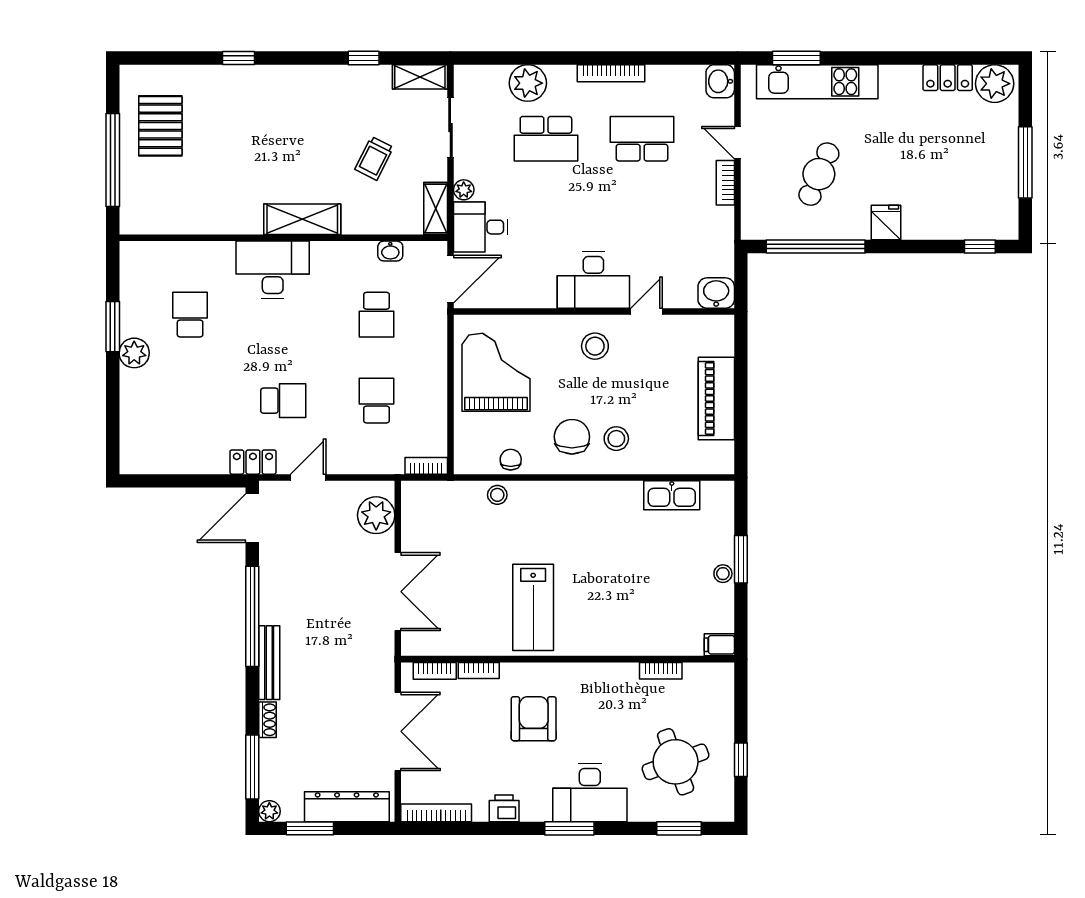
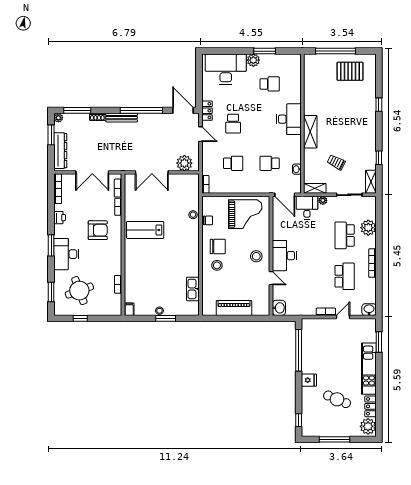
kitchen unit: (817, 82) -> (369, 369), moved
cafe table: (819, 174) -> (337, 399), moved
desk: (155, 418) -> (226, 69), added

